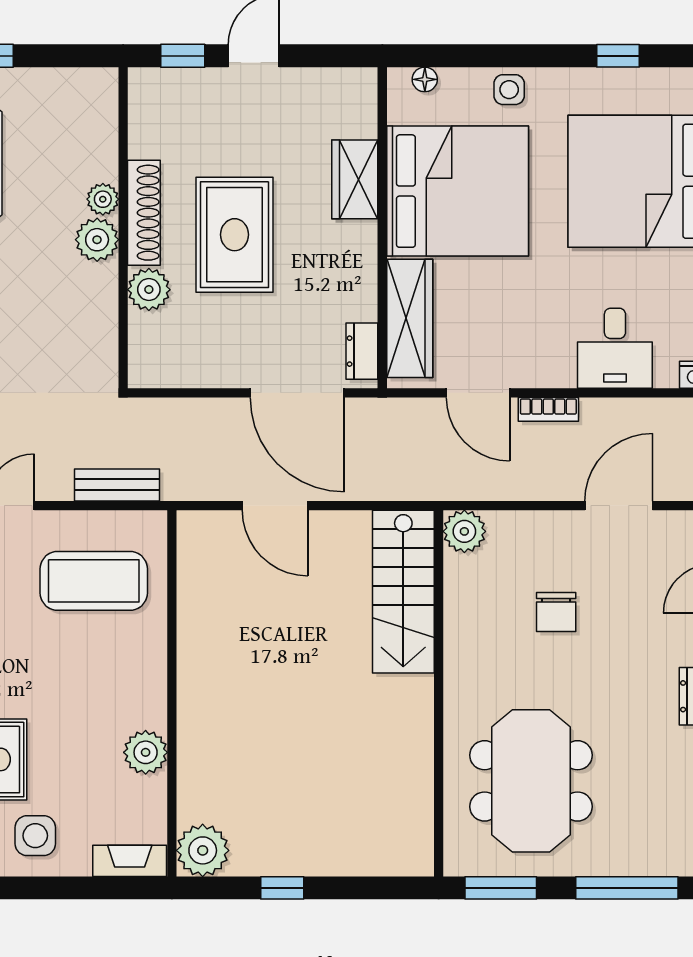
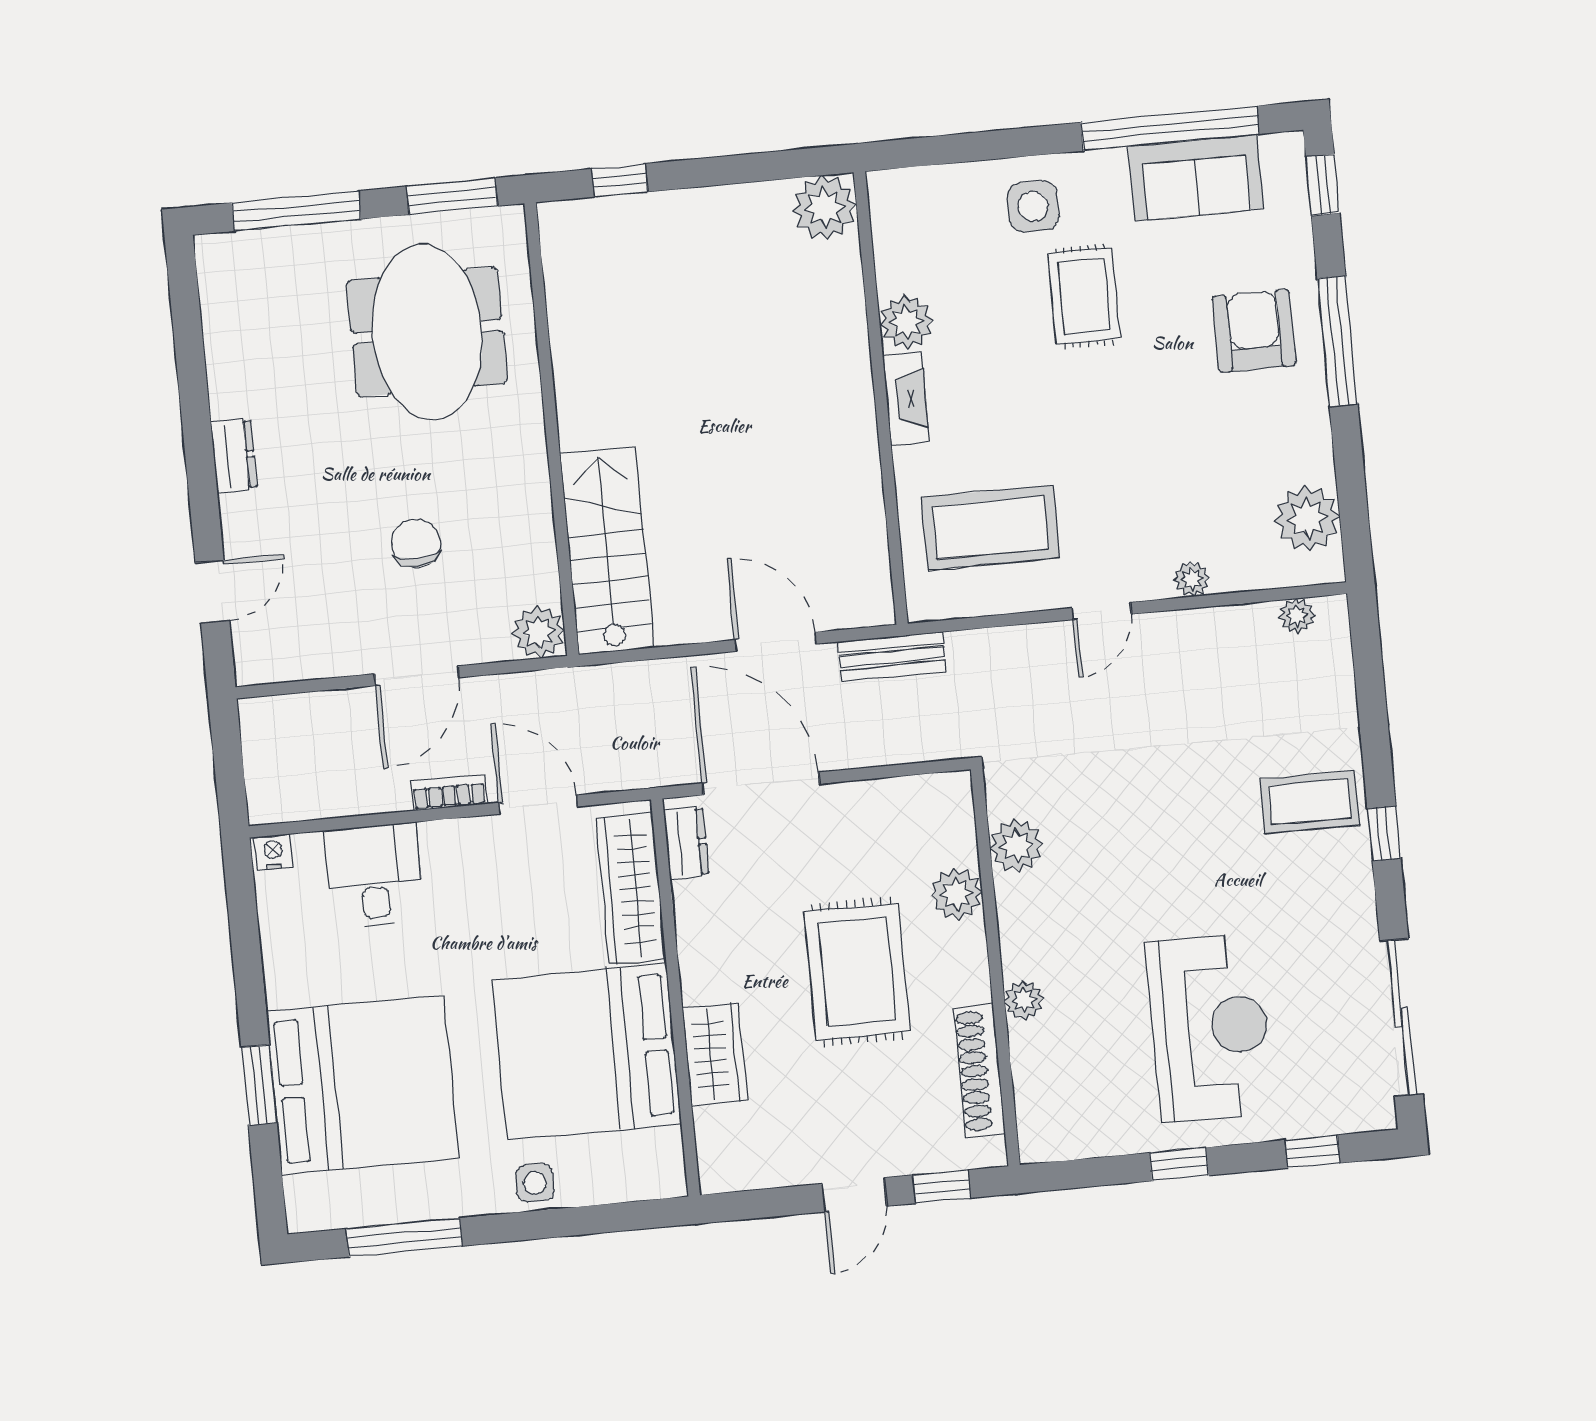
window: (618, 56) -> (404, 1237), width x2.17
floor lamp: (425, 79) -> (640, 1186), removed
shoe rack: (144, 213) -> (979, 1071), moved
plant: (97, 240) -> (1016, 846), moved
bench: (117, 485) -> (892, 657), moved
door: (619, 506) -> (417, 676), moved
fireplace: (130, 861) -> (906, 399), moved, turned -90
window: (282, 888) -> (620, 180), moved

